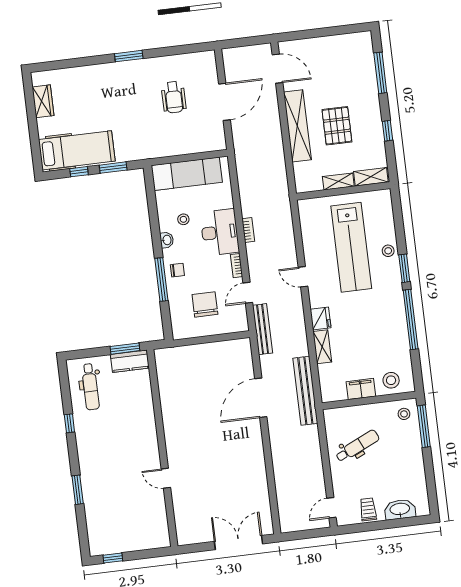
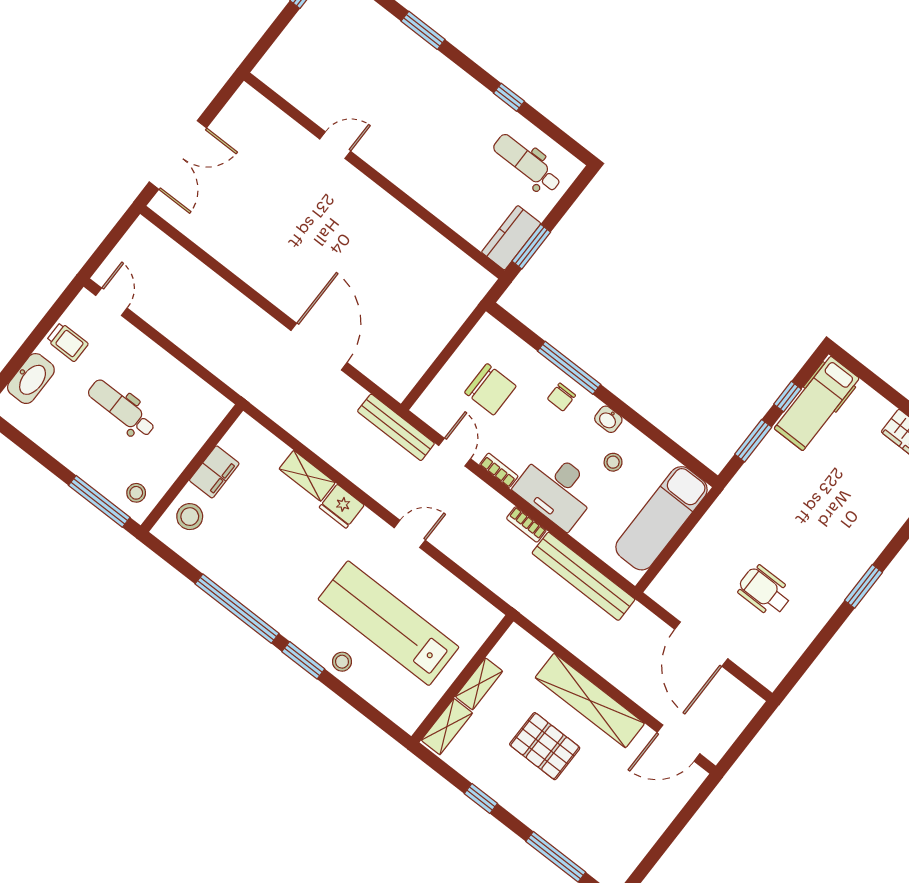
hospital bed: (77, 150) -> (817, 403), width x0.73, depth x0.78
bench: (305, 391) -> (583, 576), moved
dental chair: (357, 446) -> (122, 408), moved, turned 115

